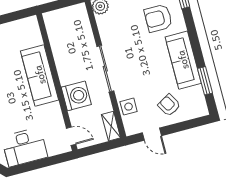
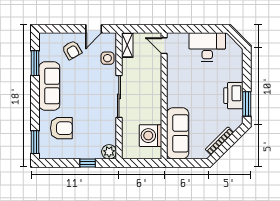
sofa: (40, 75) -> (178, 133), moved
washing machine: (76, 96) -> (150, 136), moved
door: (152, 134) -> (94, 29), swing flipped

